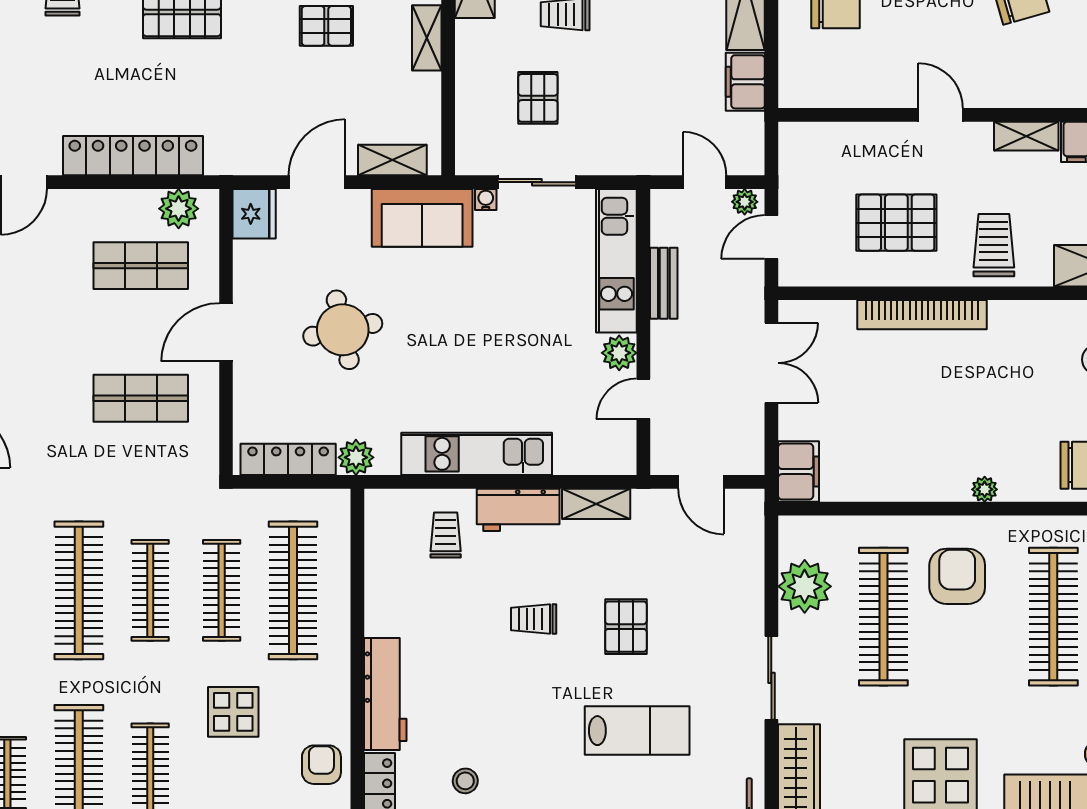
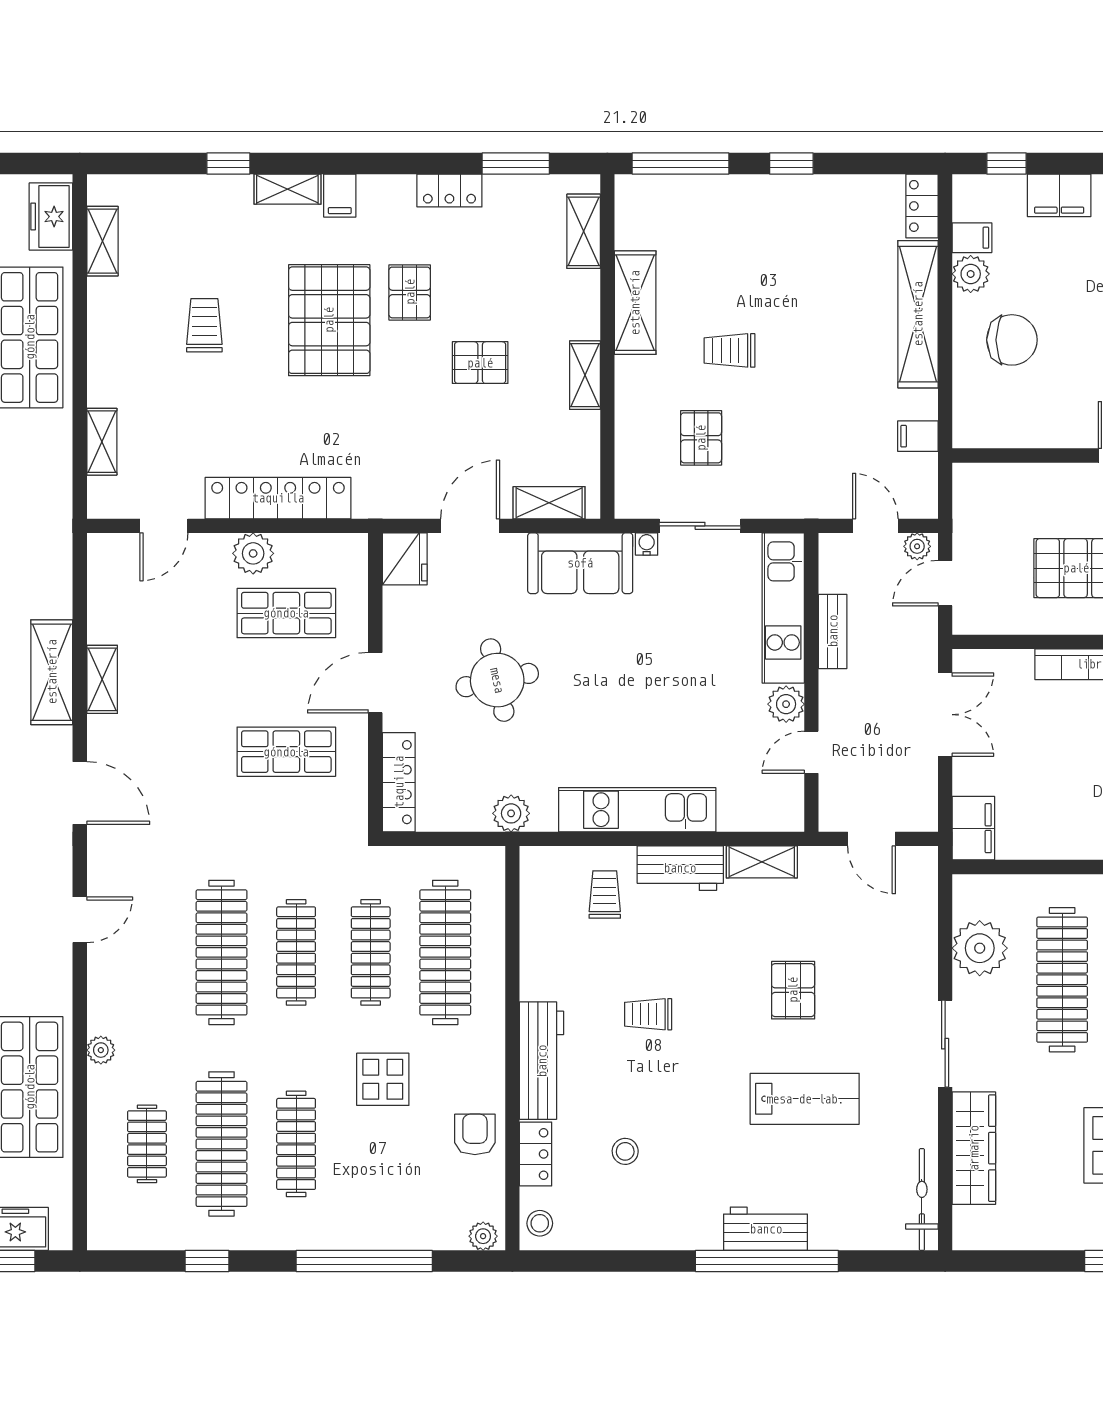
filing cabinet: (745, 82) -> (918, 436), width x0.50
plant: (179, 209) -> (253, 553), moved
locker: (288, 459) -> (399, 782), moved, turned 90
trolley: (534, 619) -> (648, 1014), moved

